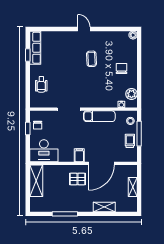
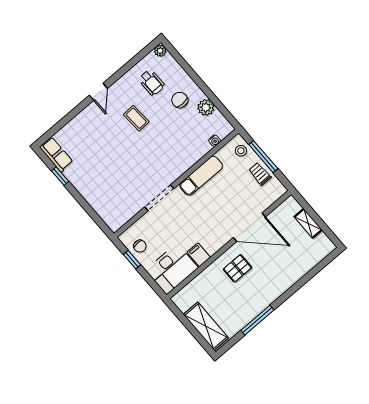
door: (84, 29) -> (98, 92), swing flipped
row of seats: (35, 48) -> (56, 154), width x0.68
wheelchair: (41, 84) -> (152, 82), moved
plant: (131, 94) -> (206, 107), moved
filing cabinet: (79, 155) -> (199, 255), moved
door: (101, 163) -> (249, 227), hinge flipped
shelving: (36, 181) -> (206, 326), moved
shelving: (104, 207) -> (295, 274), removed

